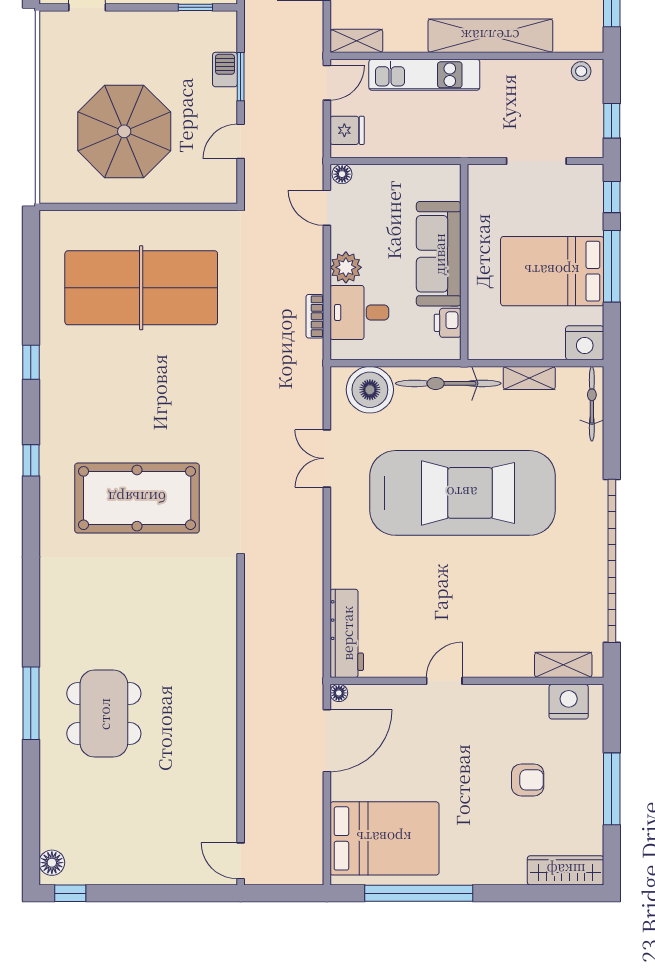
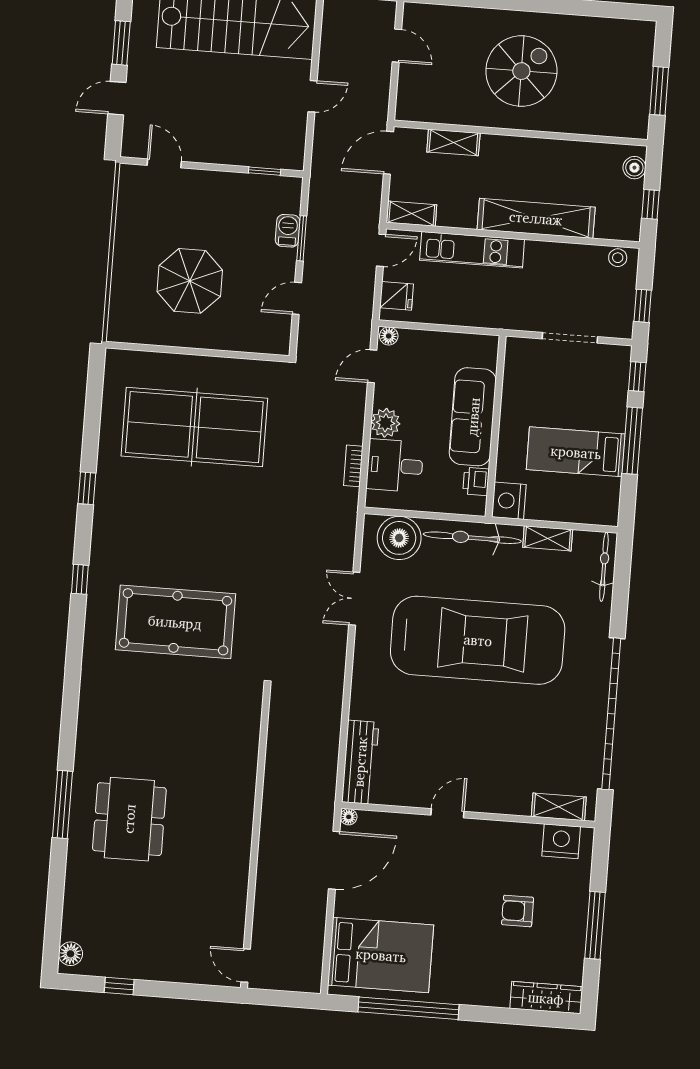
parasol: (124, 131) -> (190, 281), width x0.73, depth x0.73
door: (327, 208) -> (372, 366), hinge flipped
bed: (552, 271) -> (576, 452), width x0.67
nightstand: (585, 343) -> (509, 501), moved, turned 90
armchair: (528, 780) -> (518, 911), turned 180
window: (70, 893) -> (119, 986), moved

